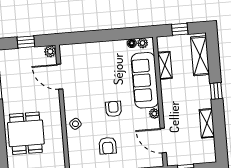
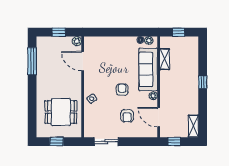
shelving: (200, 56) -> (192, 54), removed
shelving: (207, 123) -> (193, 126), moved
dining table: (26, 133) -> (61, 112), moved, turned 90
armchair: (108, 146) -> (127, 116), moved

